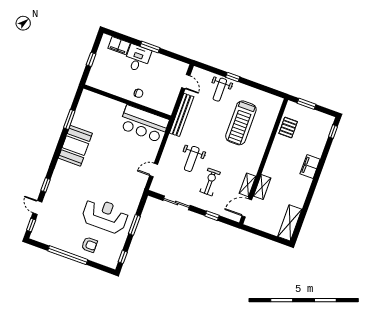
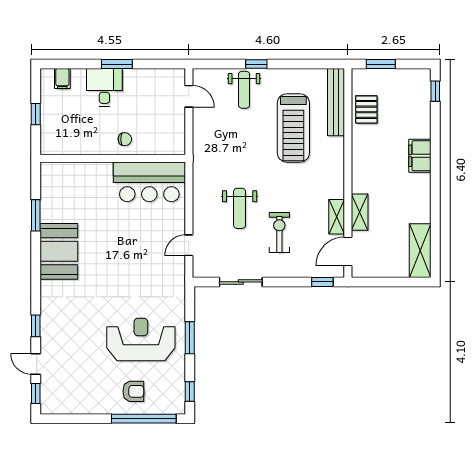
filing cabinet: (119, 46) -> (62, 79), width x0.50
bench: (182, 115) -> (336, 102), moved
window: (212, 216) -> (322, 282), moved
window: (68, 255) -> (144, 419), moved

